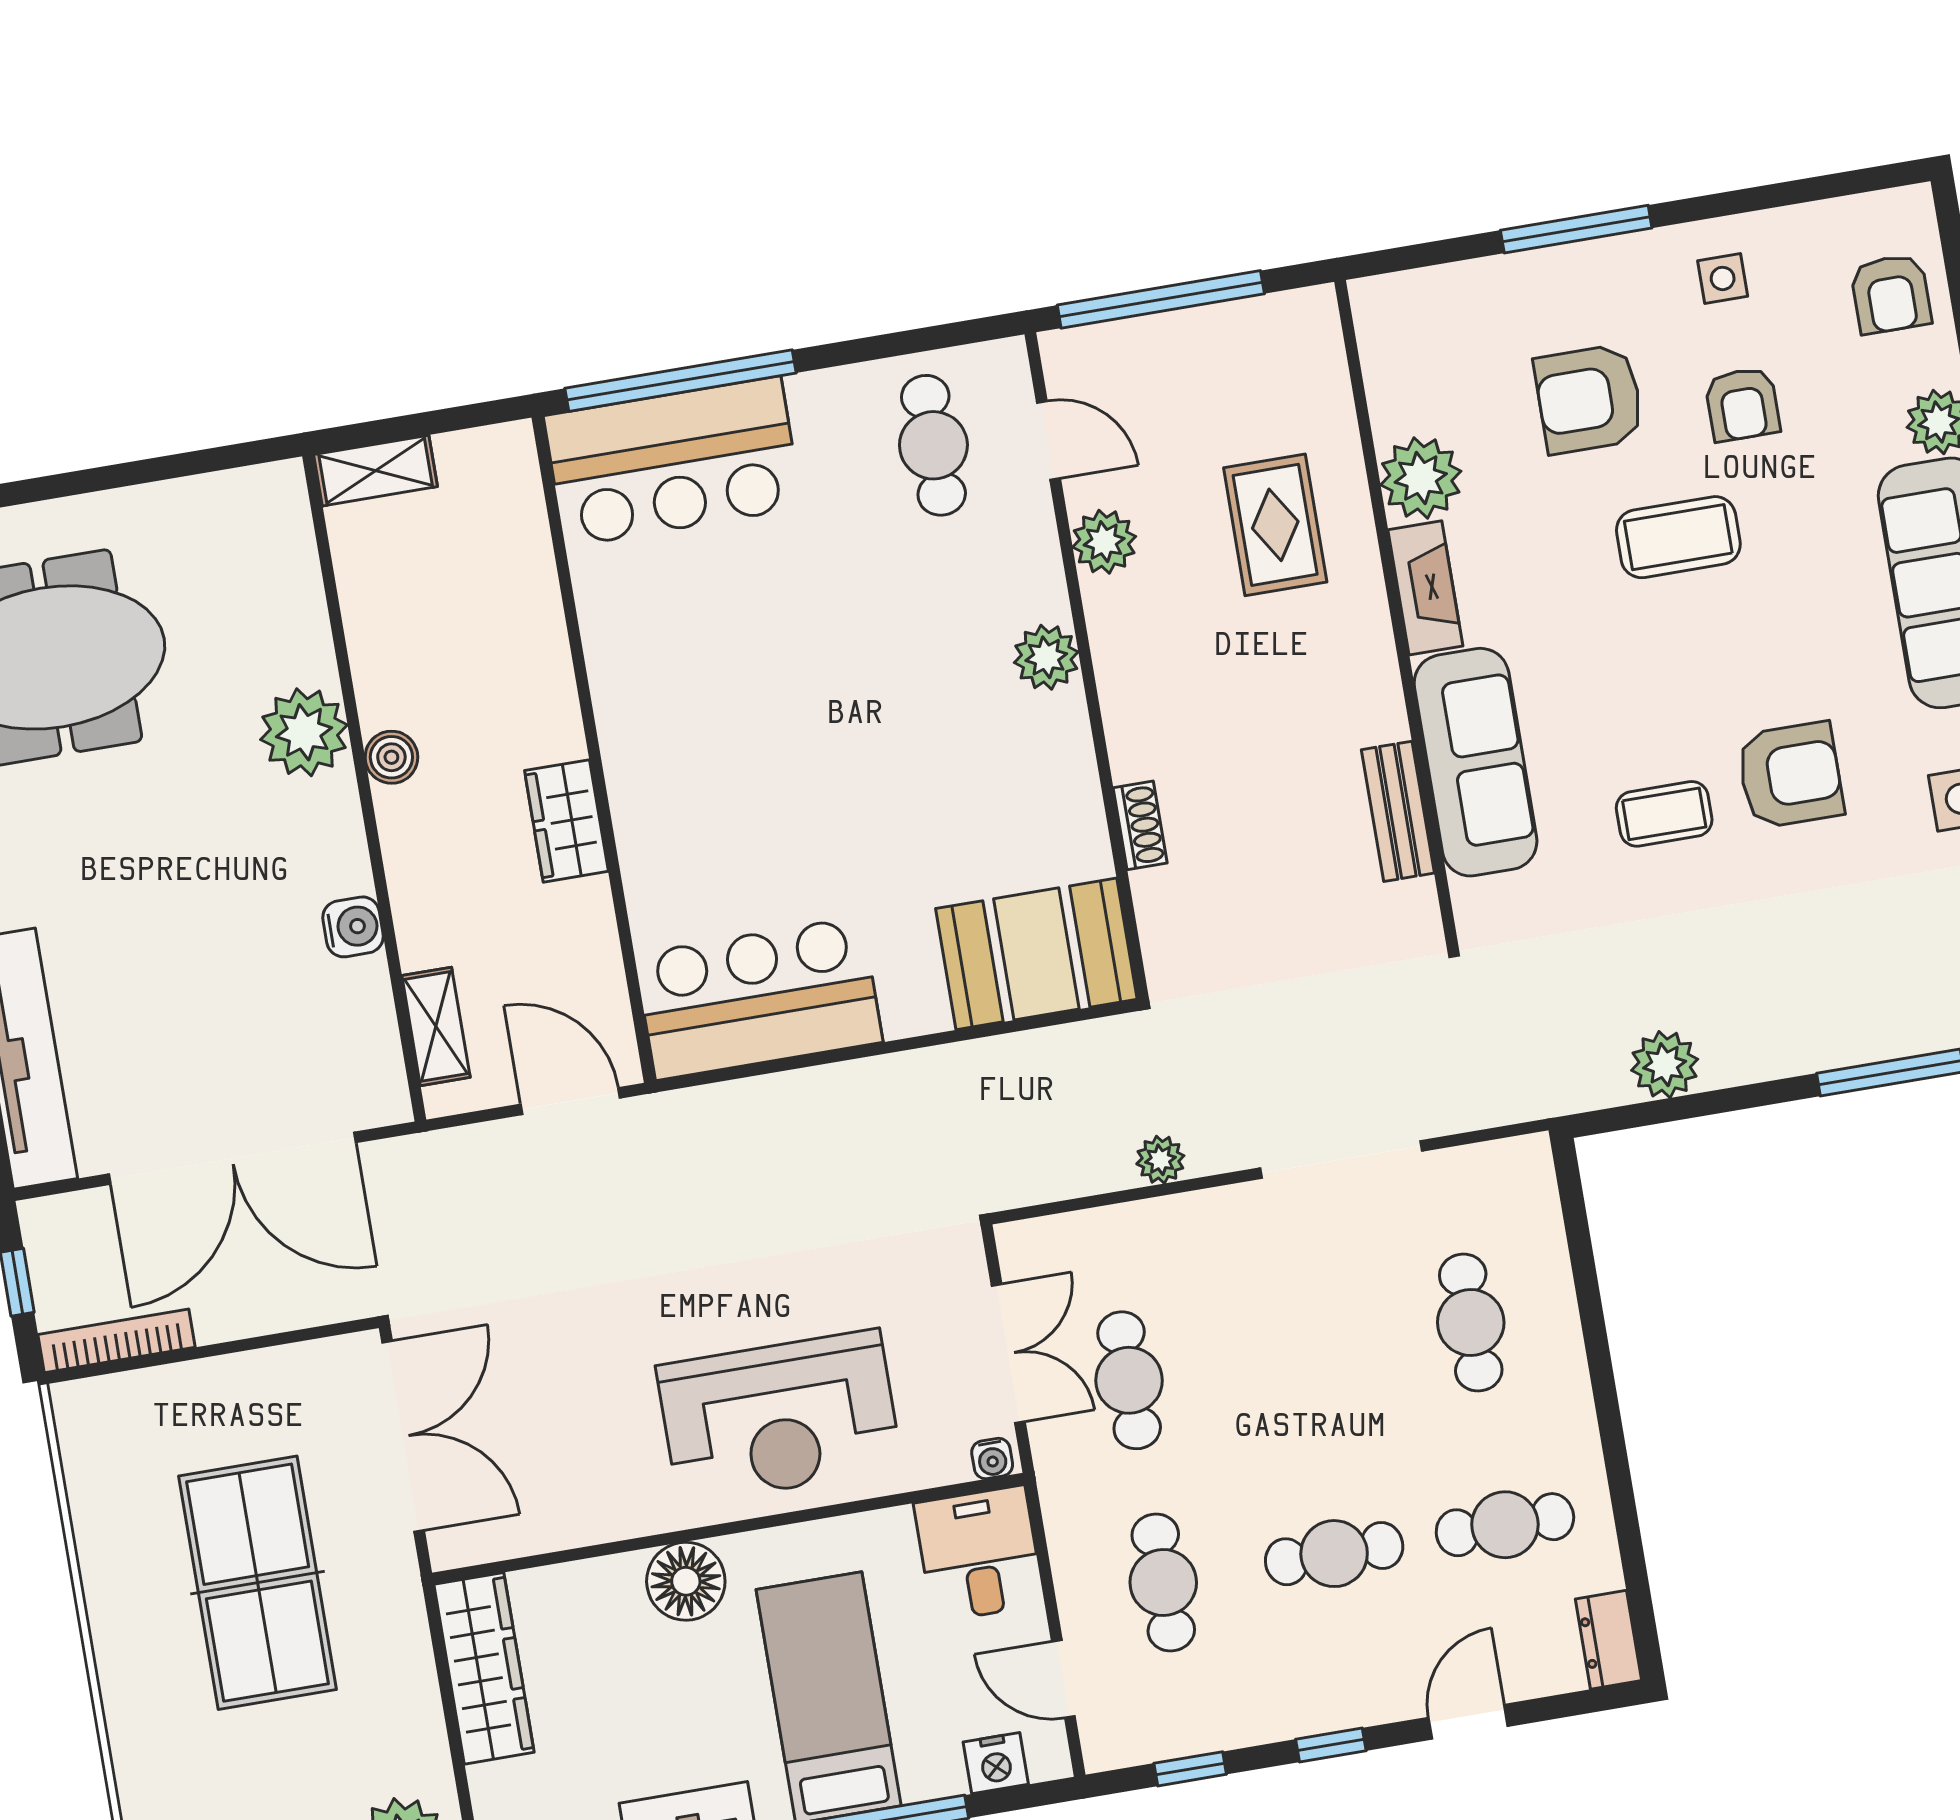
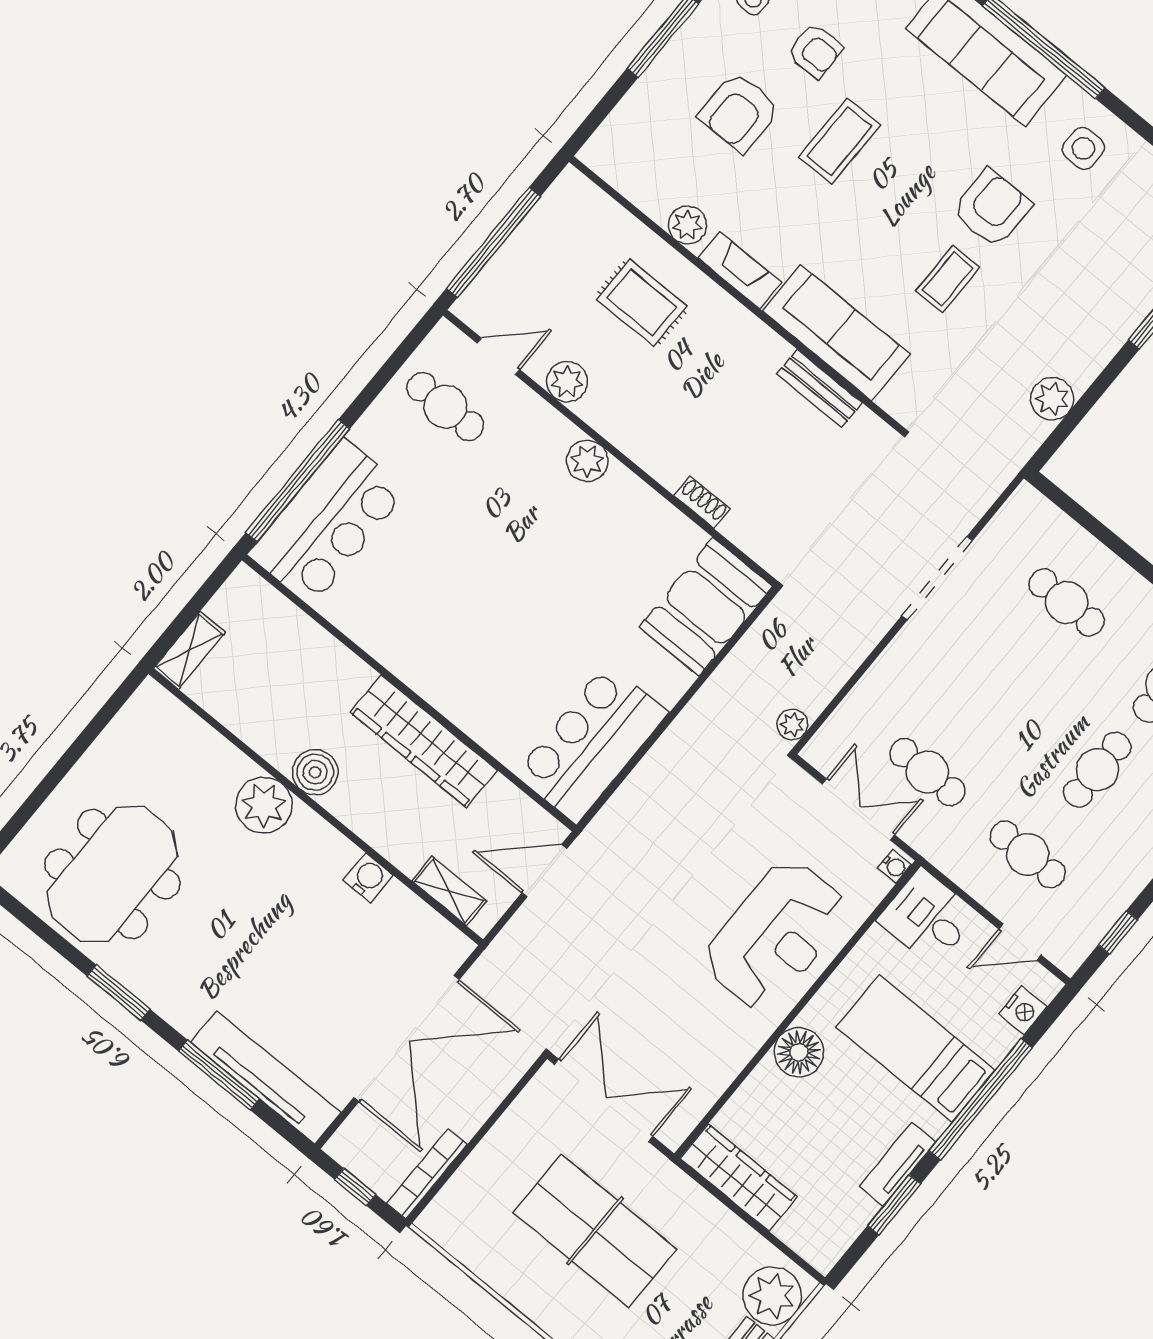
plant: (1421, 478) -> (687, 225), width x0.73, depth x0.73
boiler: (391, 757) -> (315, 772), width x1.36, depth x1.36
wardrobe: (566, 821) -> (424, 741), width x2.10, depth x1.17
plant: (1160, 1160) -> (792, 725), moved

